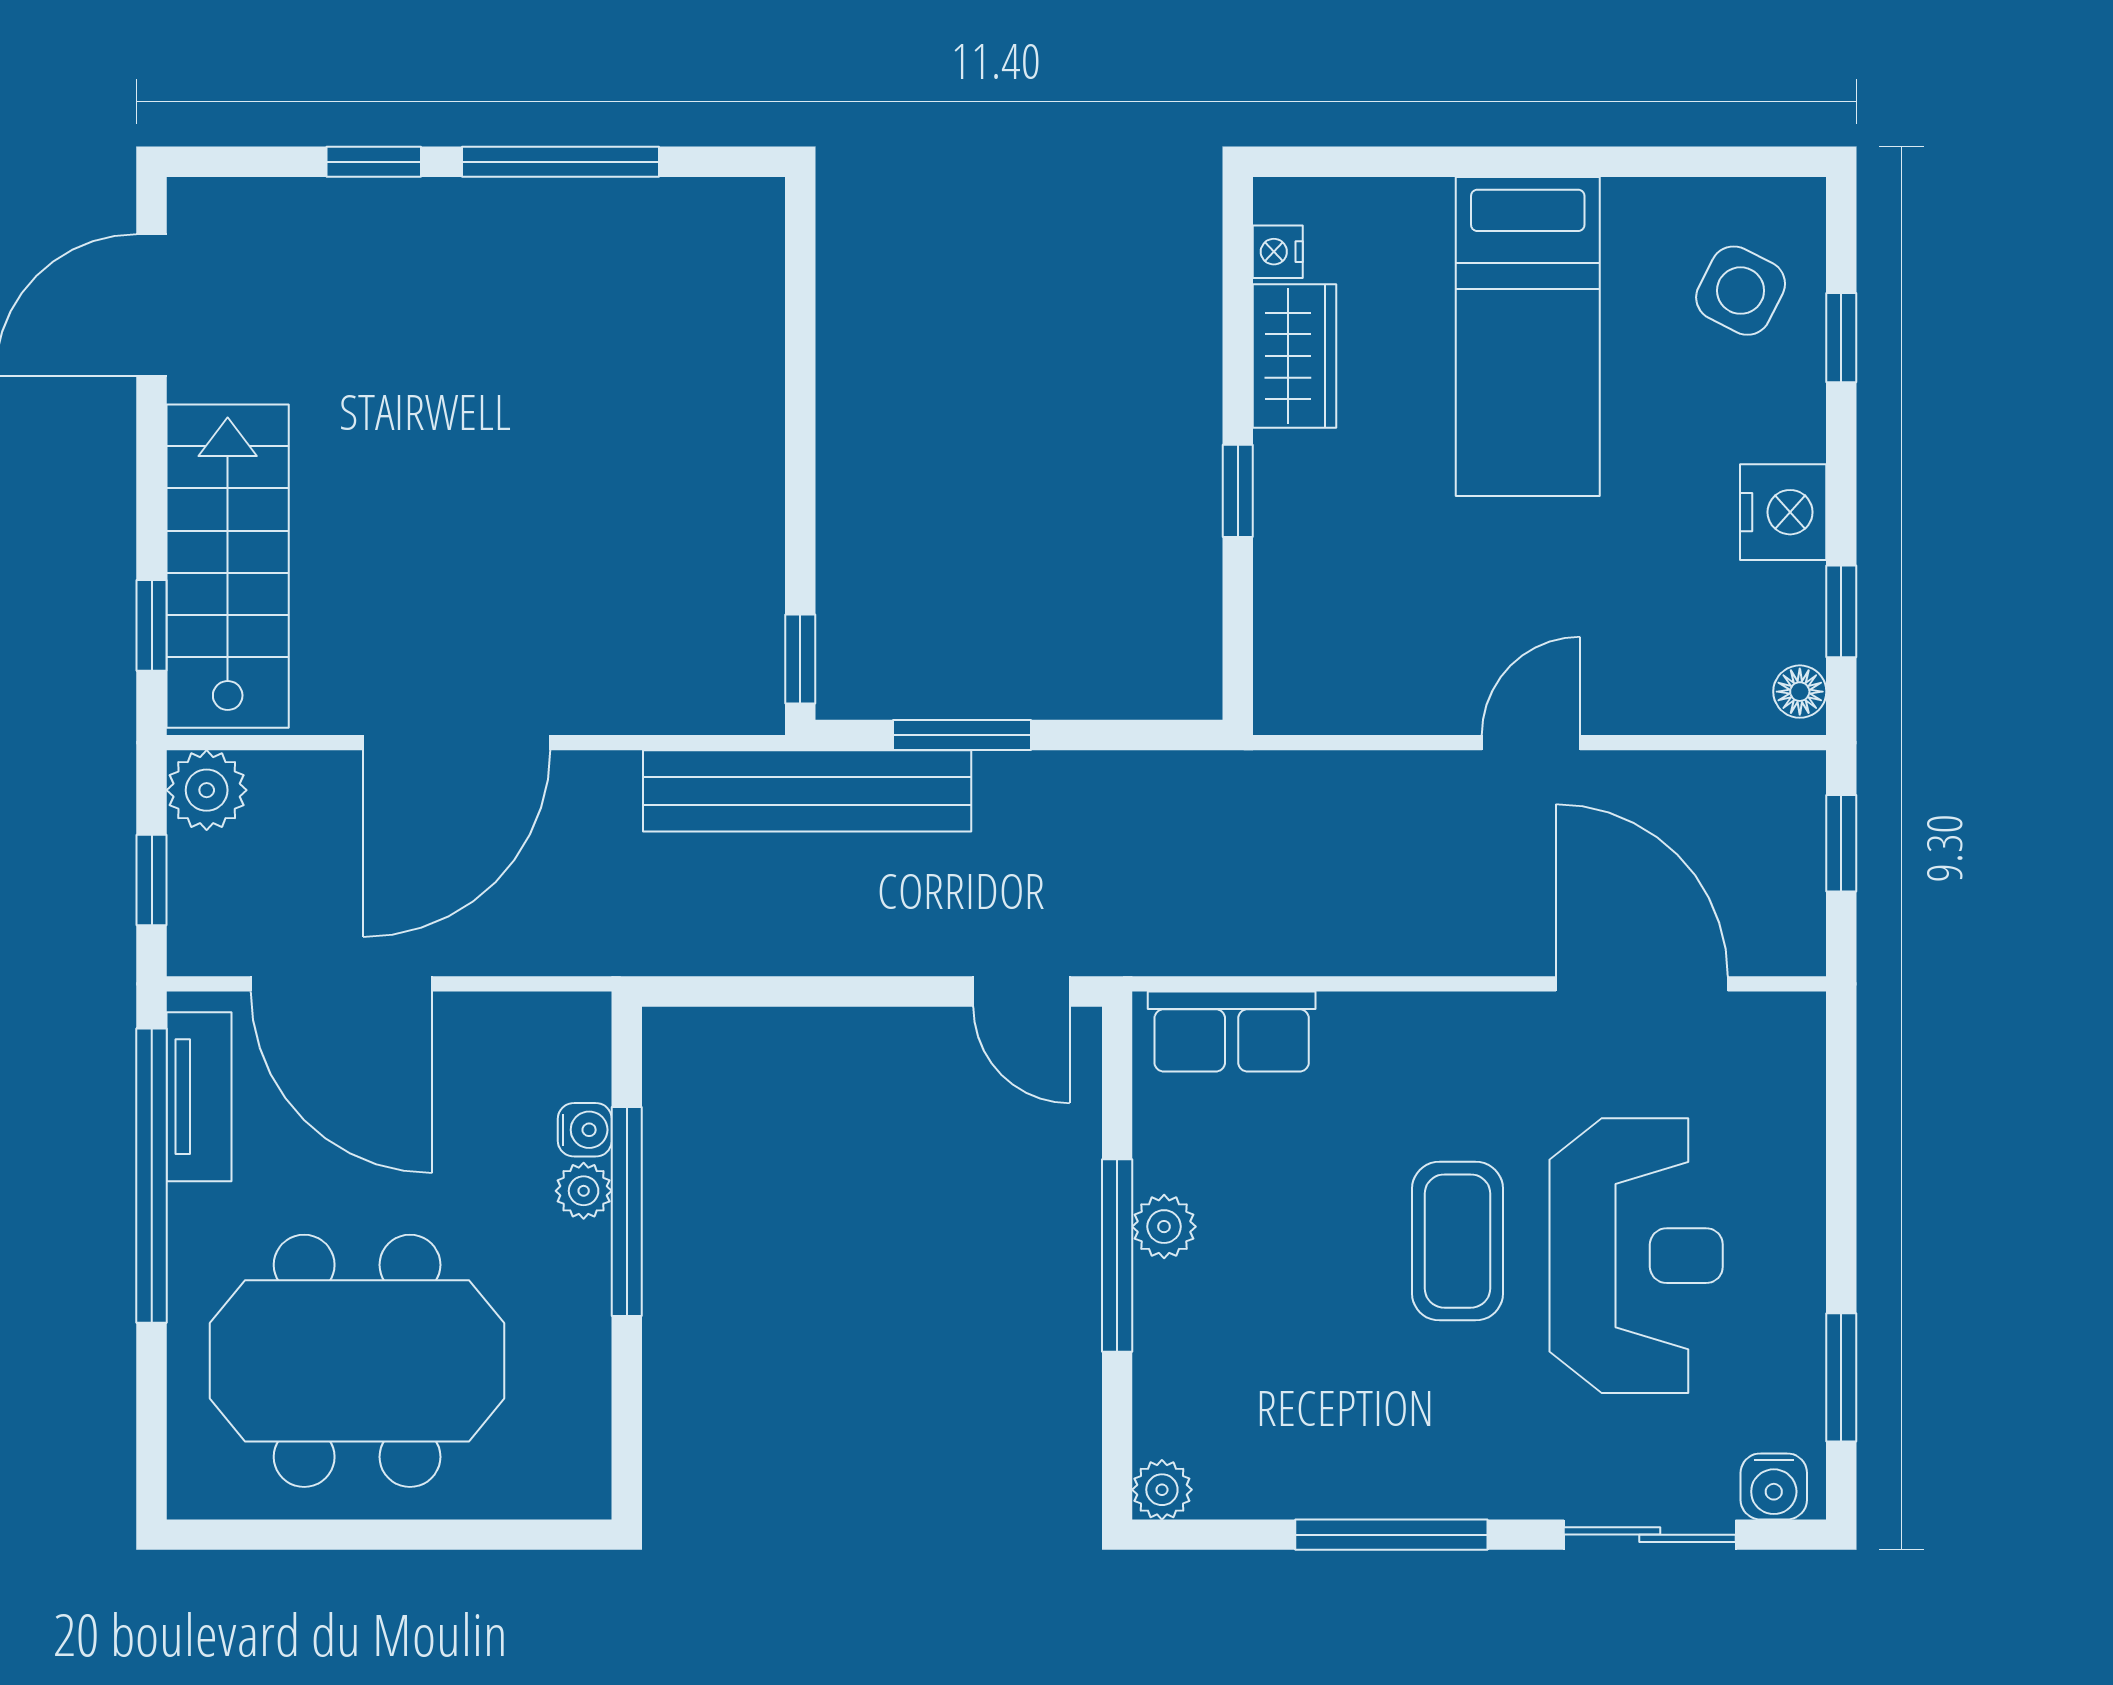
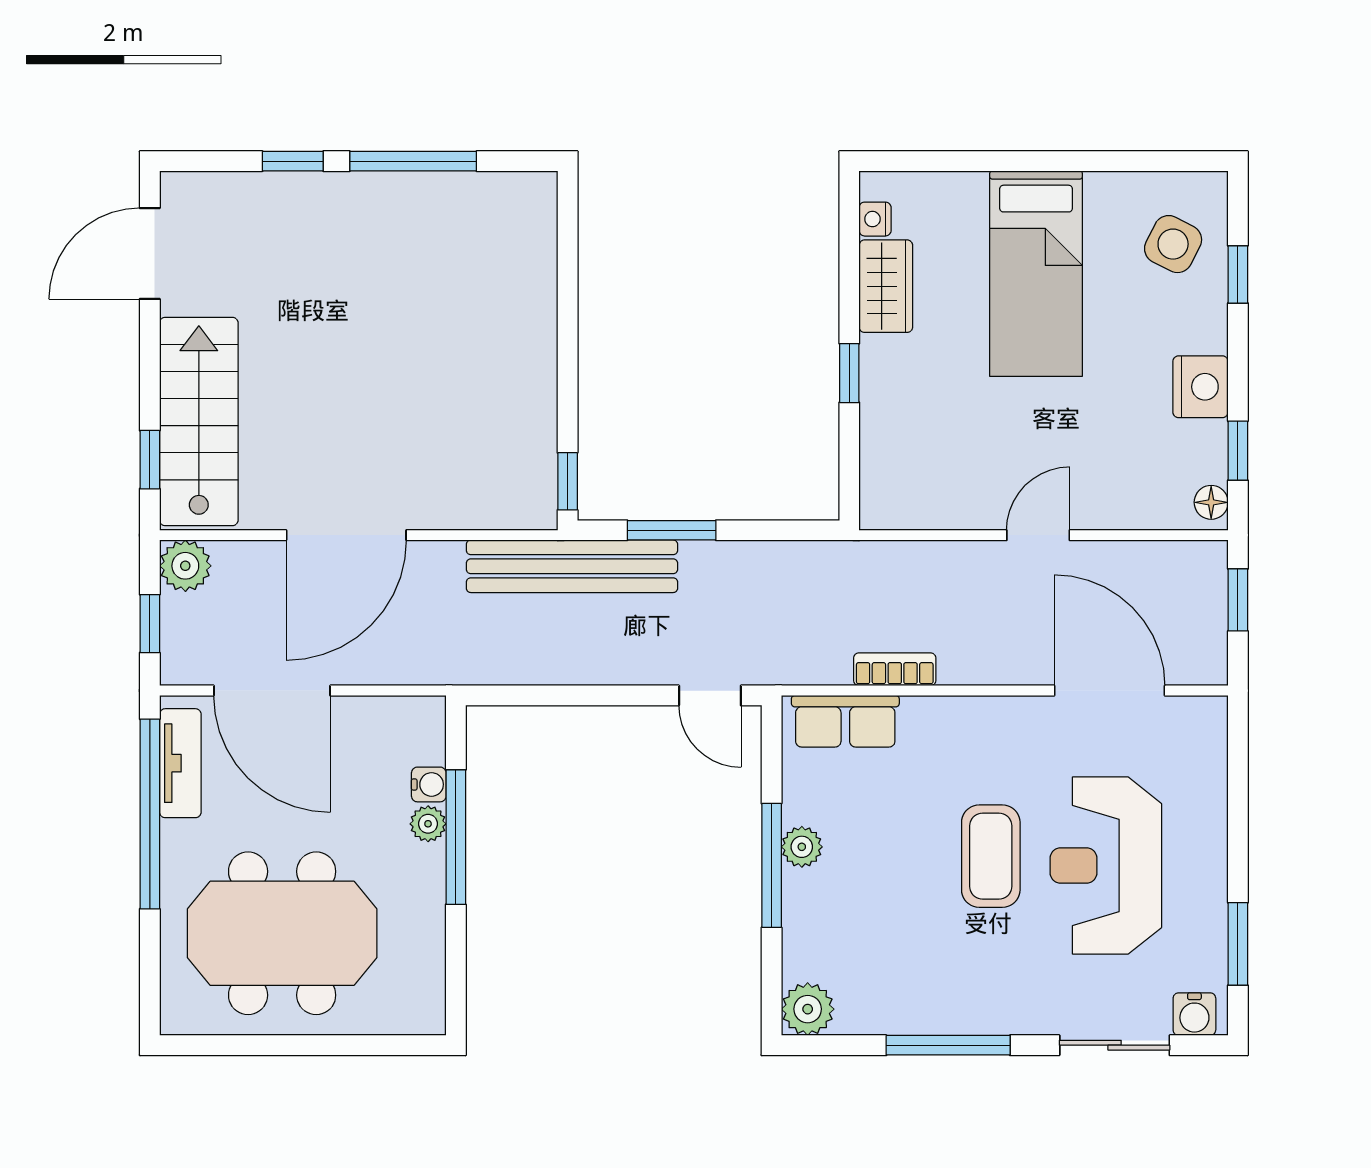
bookcase: (1308, 951) -> (895, 669), added
reception desk: (1636, 1256) -> (1106, 866), turned 180
plant: (1162, 1490) -> (808, 1009), width x1.38, depth x1.38

